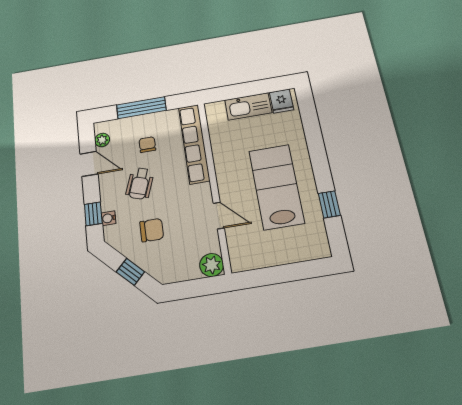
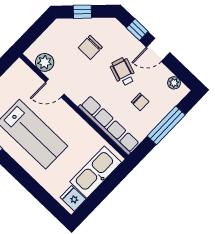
kitchen sink: (248, 106) -> (96, 172), width x1.36, depth x1.24
door: (89, 164) -> (158, 50), moved
water cooler: (109, 218) -> (125, 34), removed
plant: (212, 265) -> (45, 62), moved

